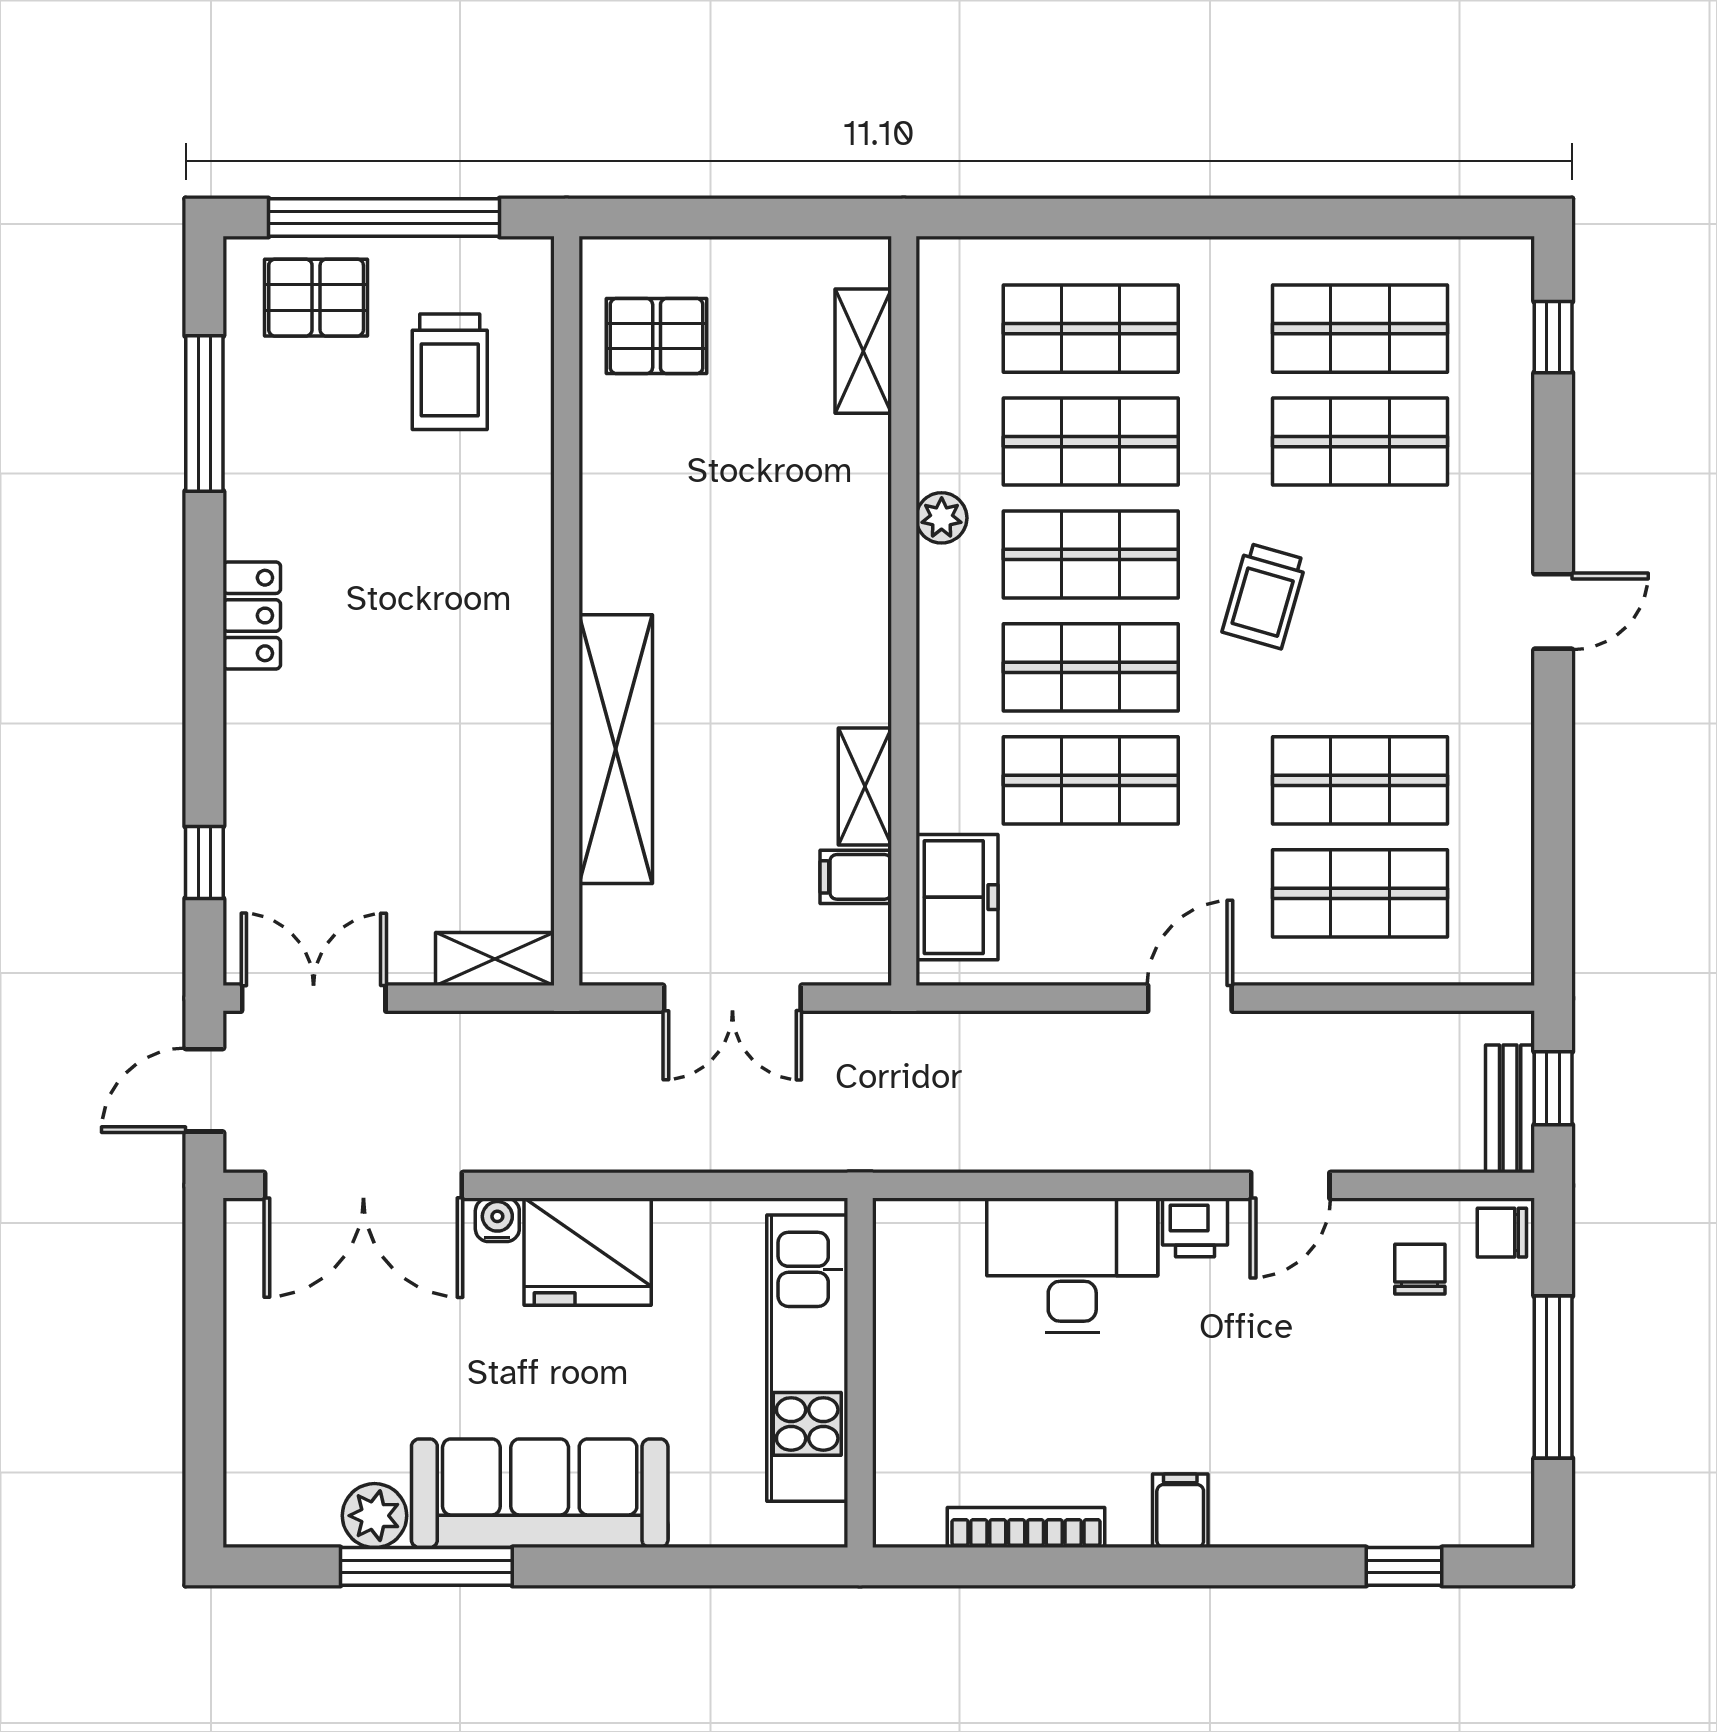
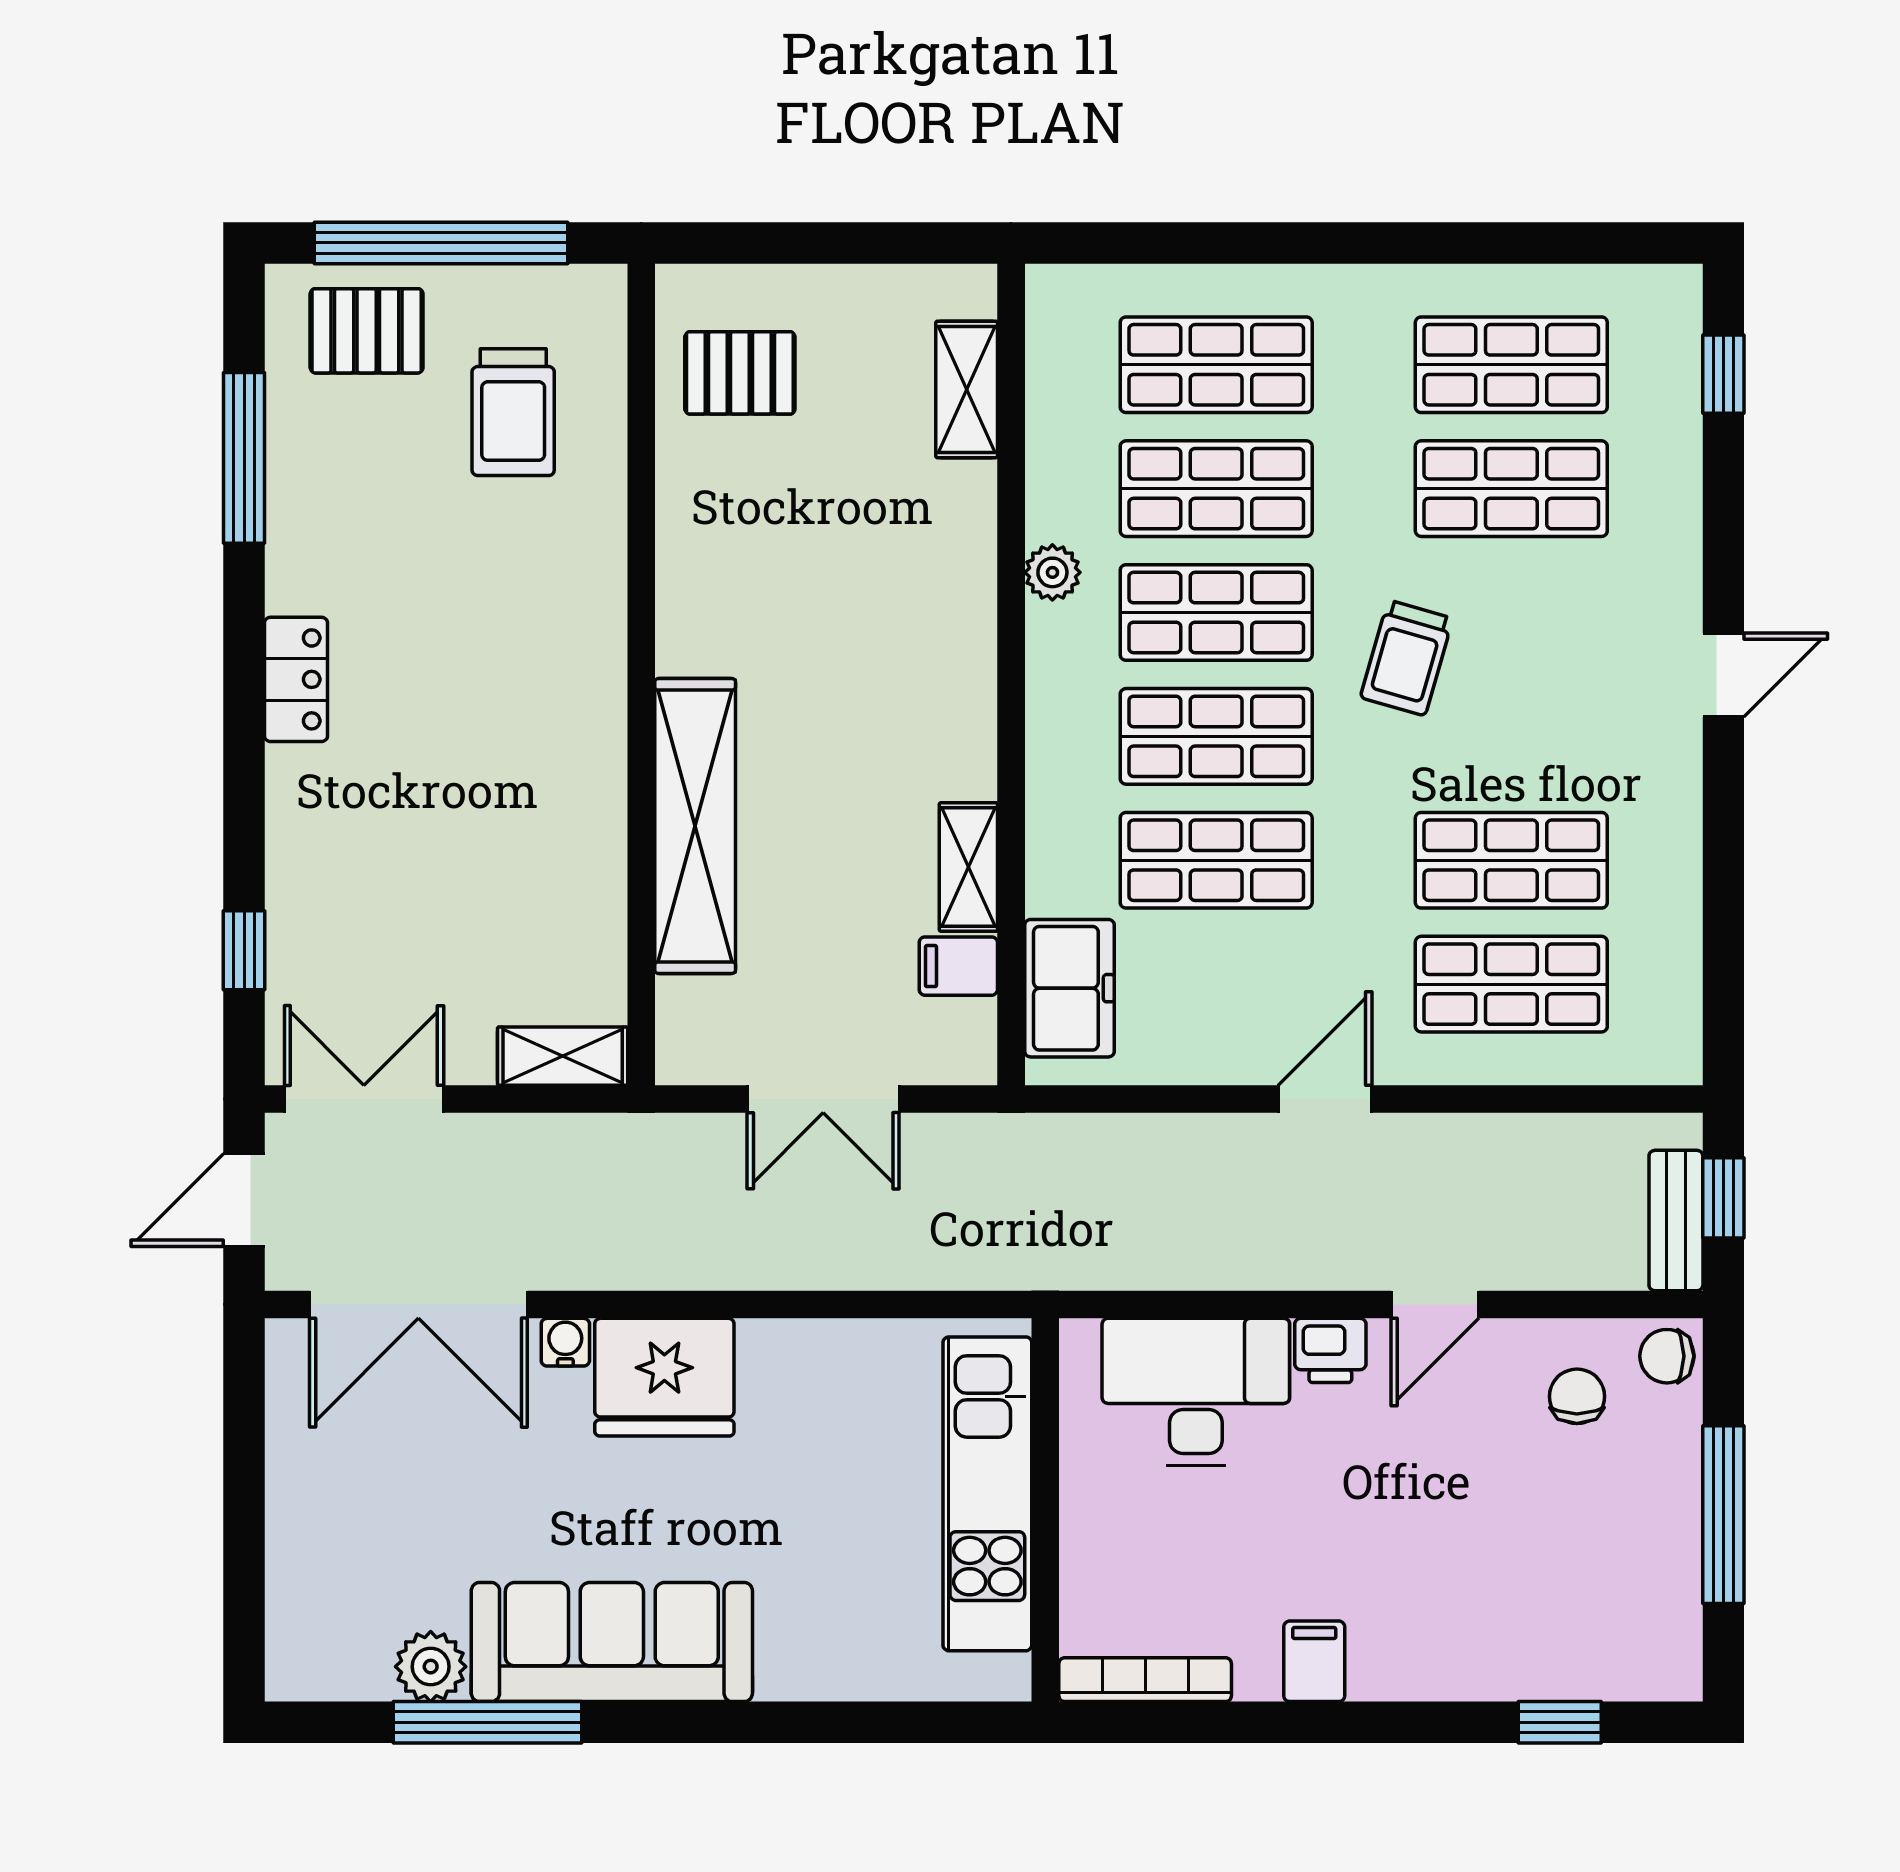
kitchen unit: (807, 1358) -> (987, 1494), moved
wall: (860, 1373) -> (1045, 1510), moved

